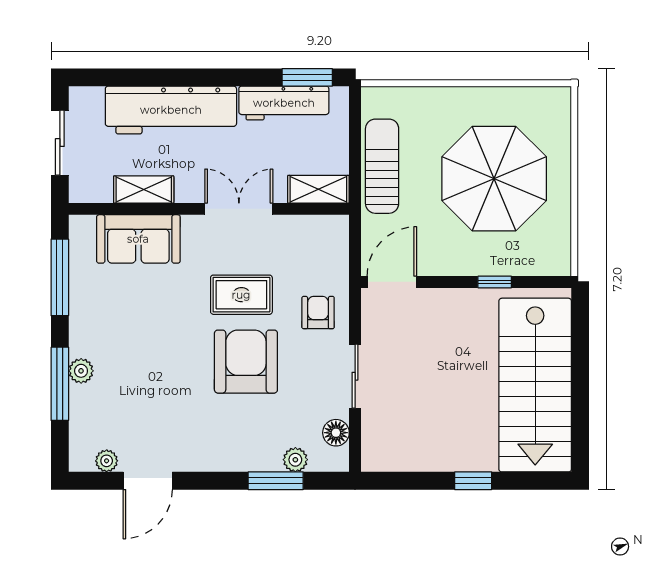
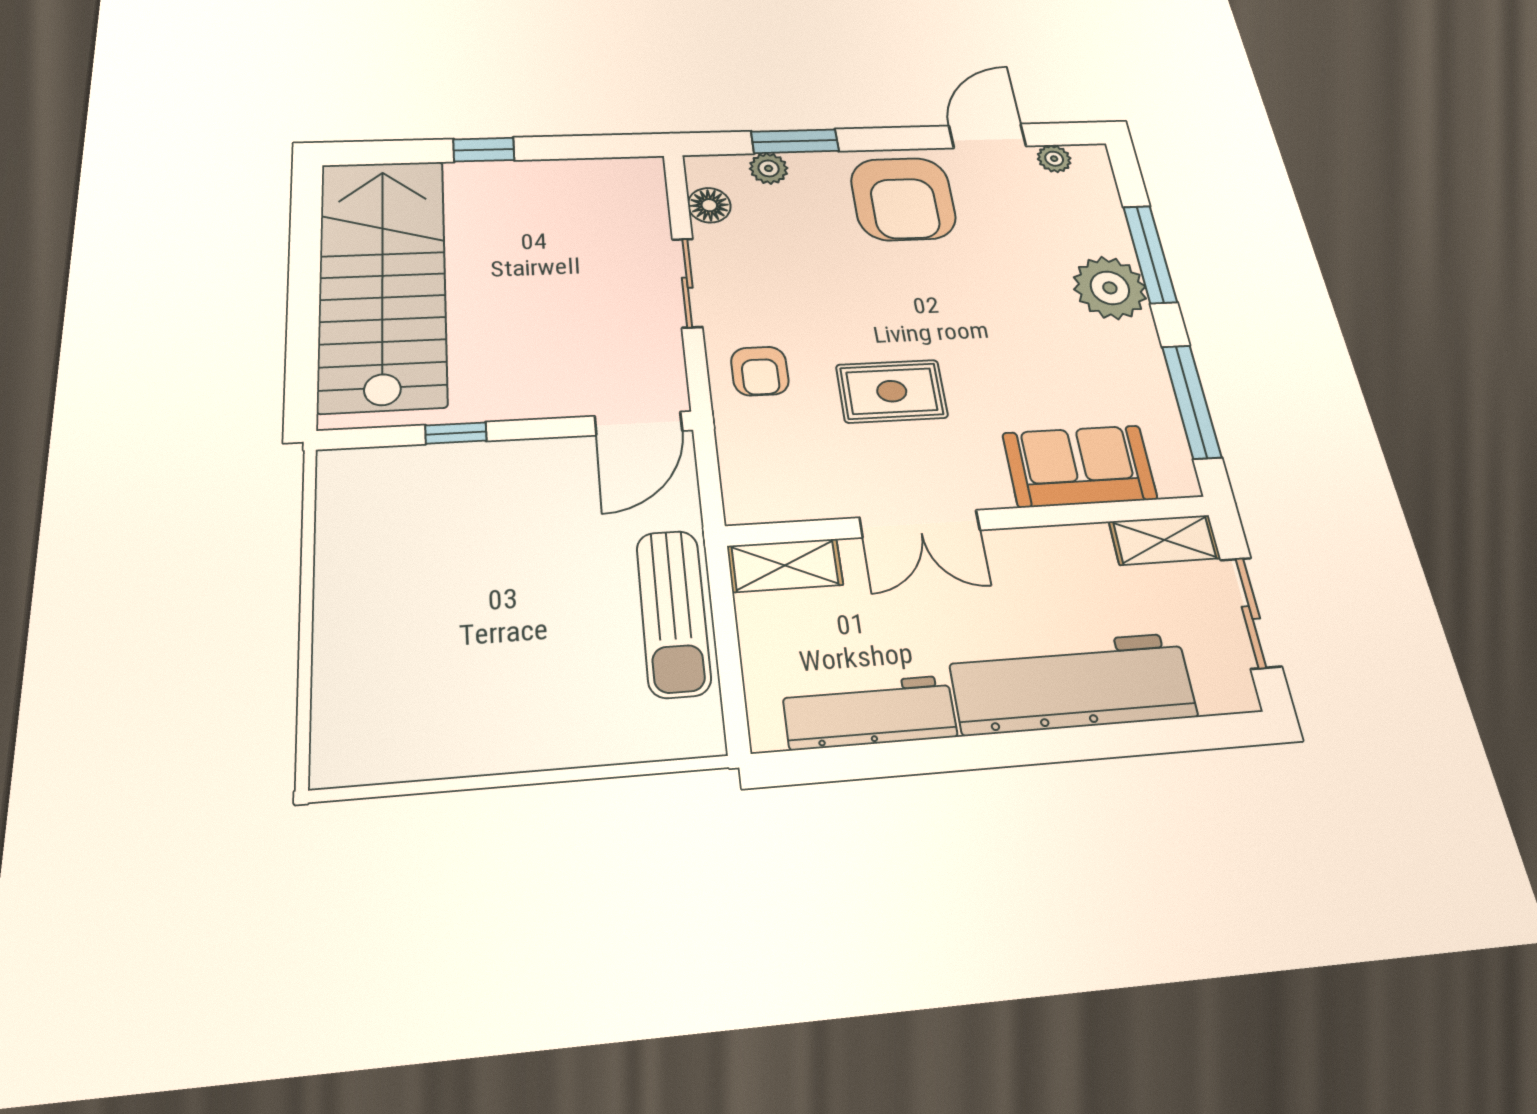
window: (307, 77) -> (833, 764), removed
parasol: (494, 179) -> (461, 605), removed
shelving: (144, 189) -> (1165, 540), moved
armchair: (246, 362) -> (903, 199), moved
plant: (81, 371) -> (1110, 288), width x1.88, depth x1.88

